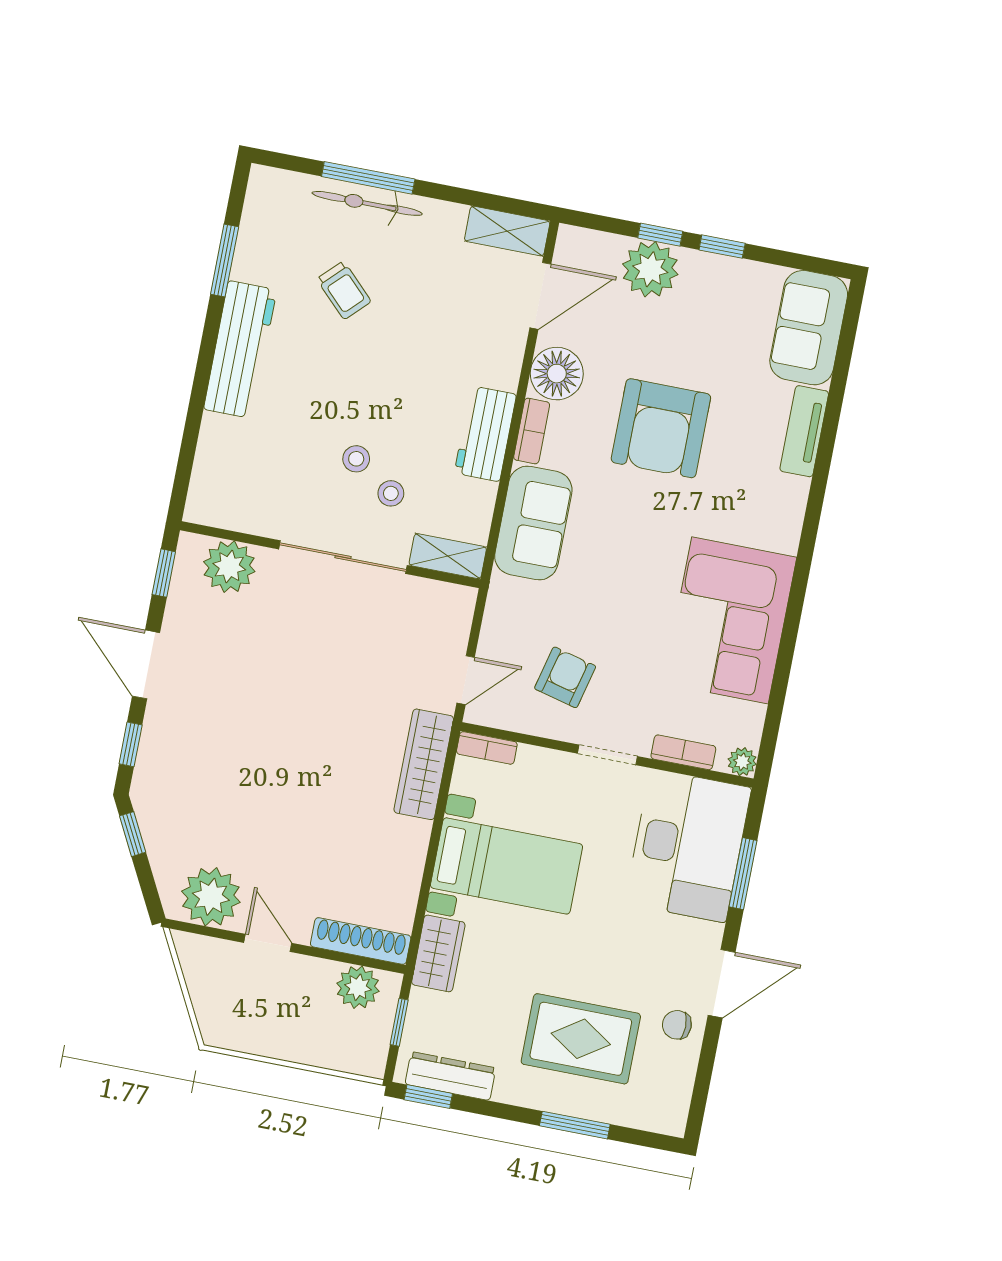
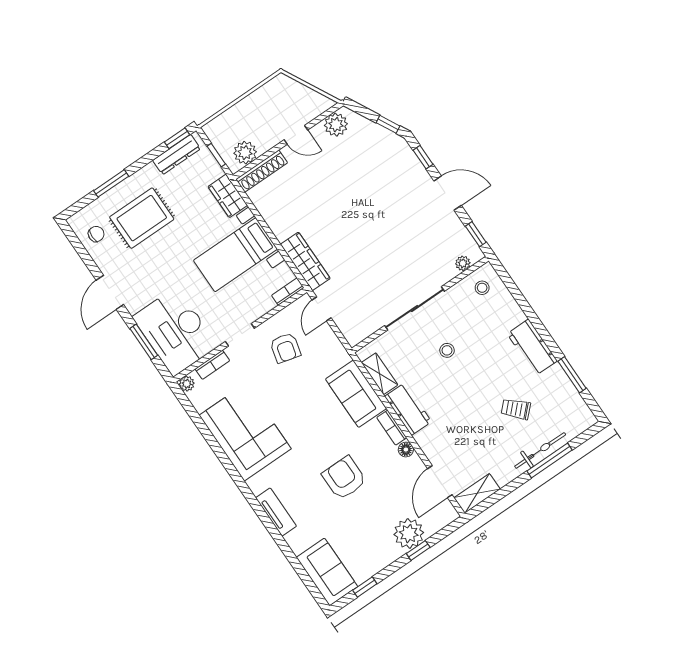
window: (722, 247) -> (365, 587), moved
workbench: (240, 349) -> (532, 347), width x0.73
floor lamp: (557, 374) -> (406, 450), width x0.53, depth x0.53
armchair: (661, 428) -> (344, 478), width x0.73, depth x0.73
tv unit: (804, 431) -> (276, 512), moved
stool: (391, 493) -> (482, 288), moved
shelving: (448, 556) -> (380, 374), moved, turned 90
plant: (229, 567) -> (463, 263), width x0.53, depth x0.53
plant: (211, 897) -> (336, 125), width x0.73, depth x0.73
chair: (677, 1025) -> (96, 234), moved

